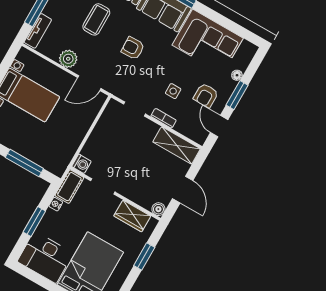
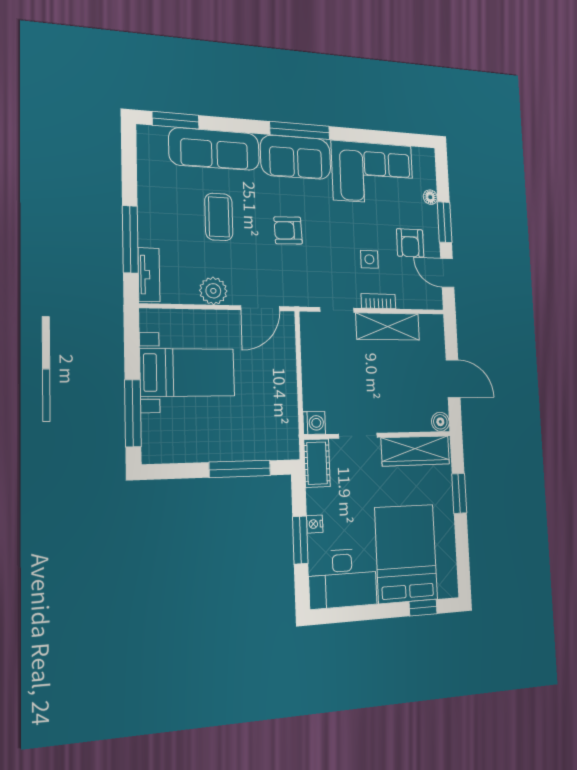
shelving: (177, 145) -> (388, 326), moved
nightstand: (56, 204) -> (315, 524), moved
wardrobe: (132, 216) -> (415, 451), width x1.50

